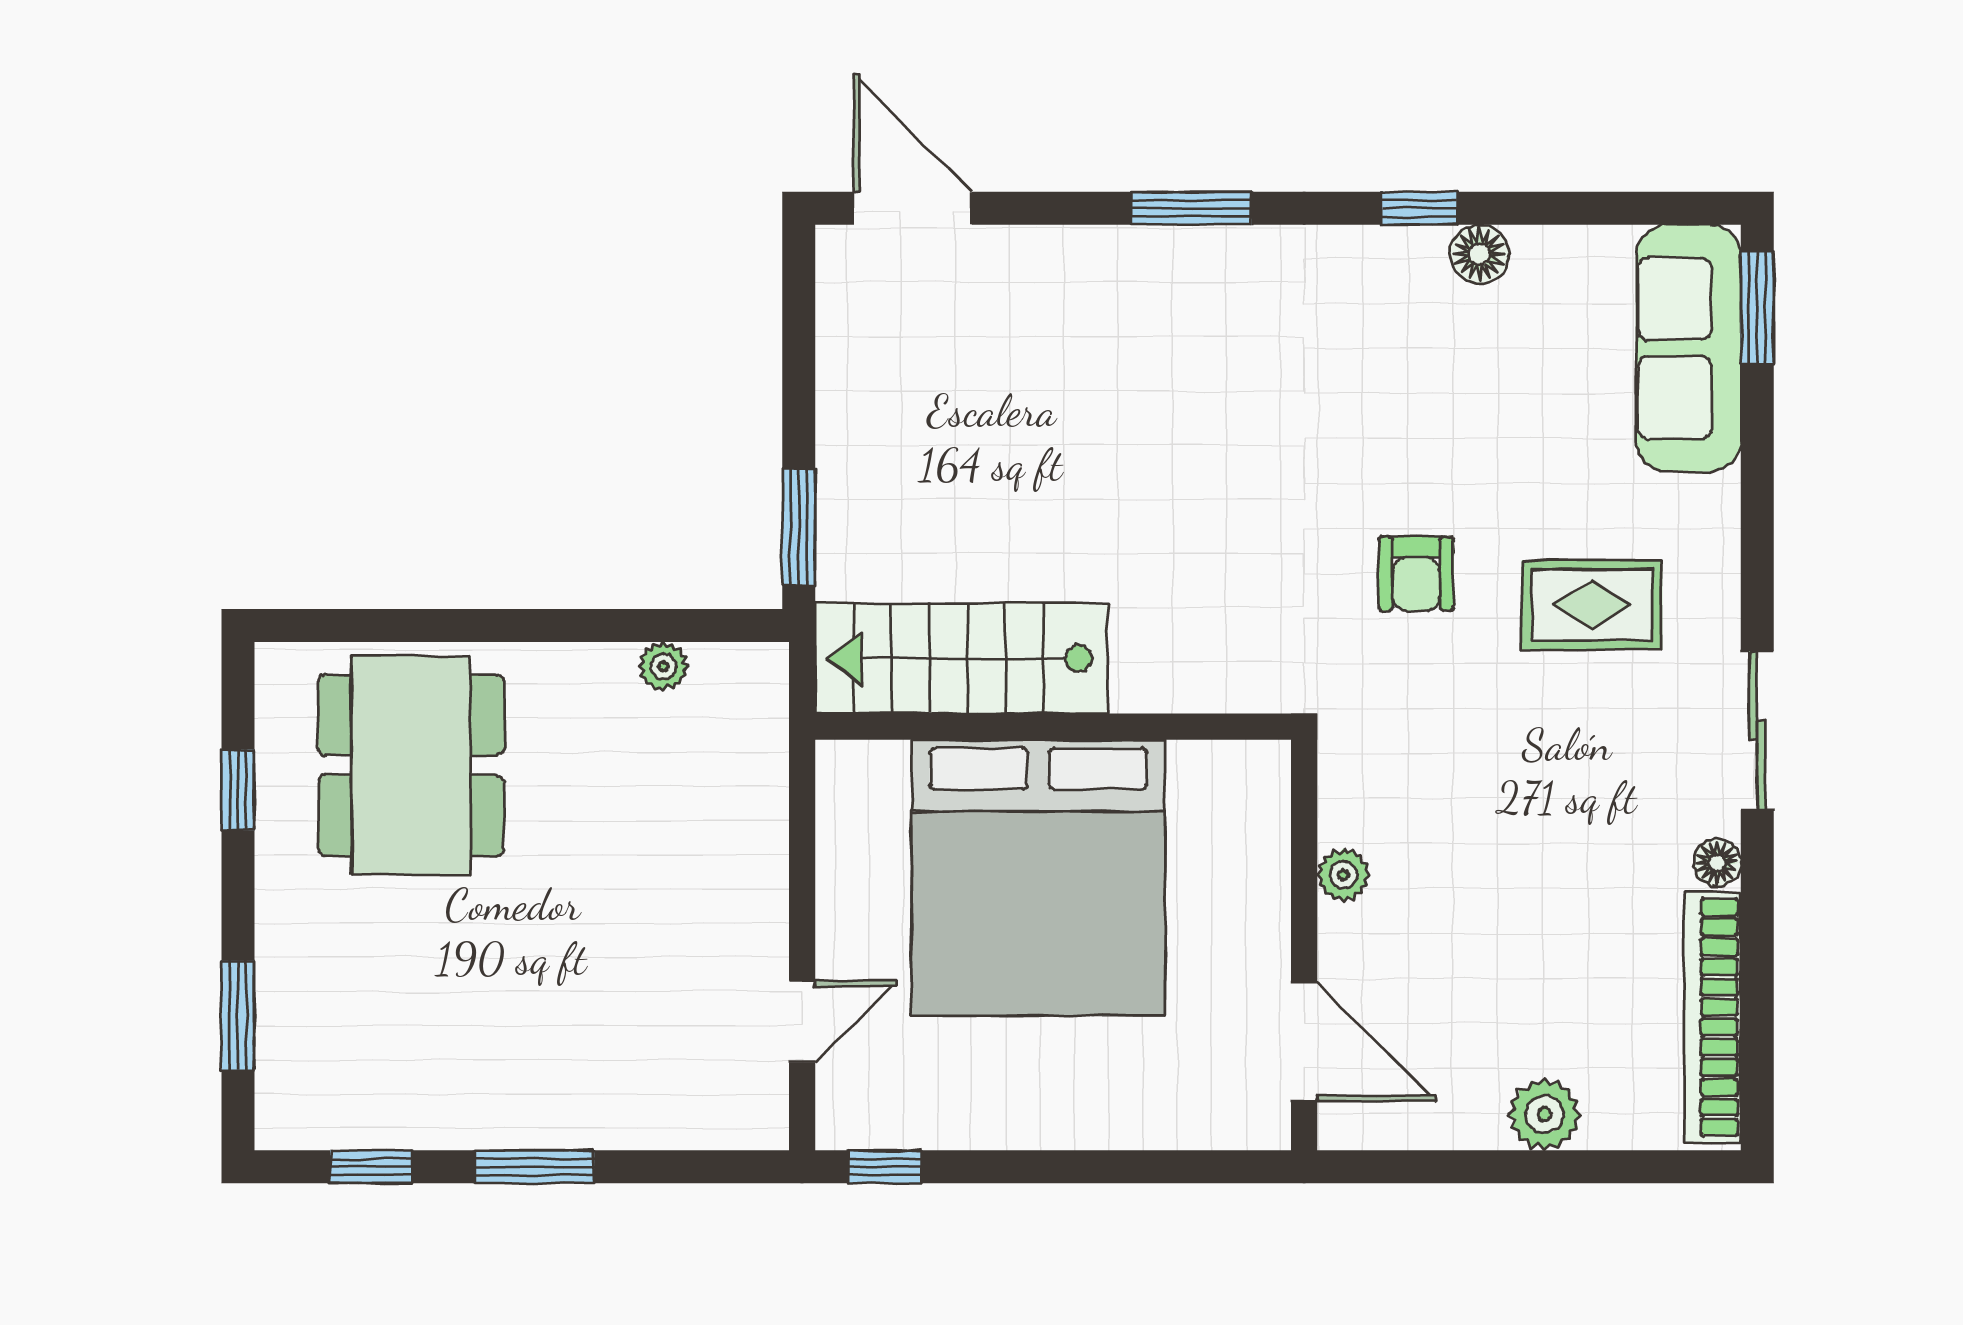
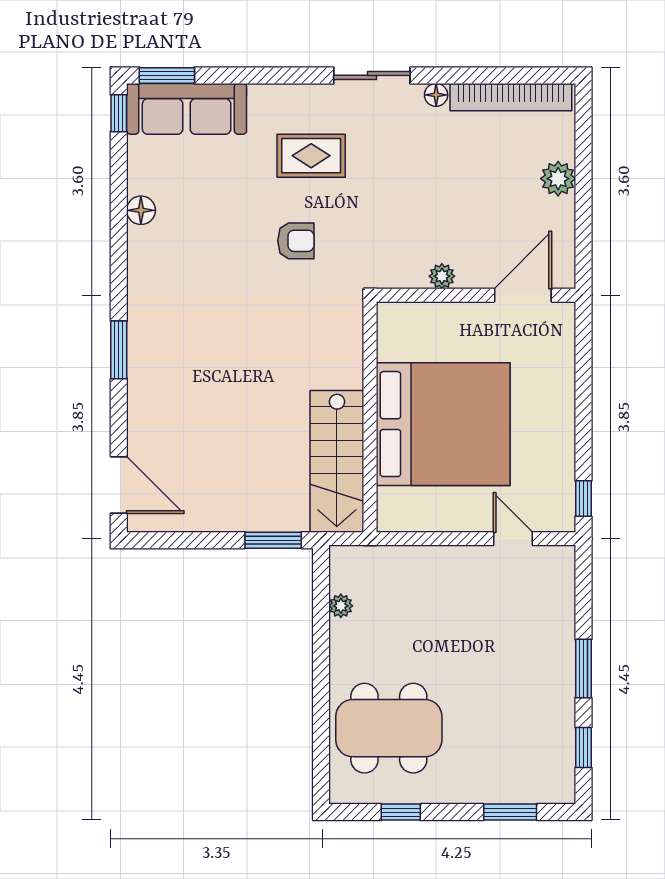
door: (913, 208) -> (119, 485), swing flipped
window: (1420, 208) -> (119, 113), moved
rug: (1592, 605) -> (311, 156), turned 90

